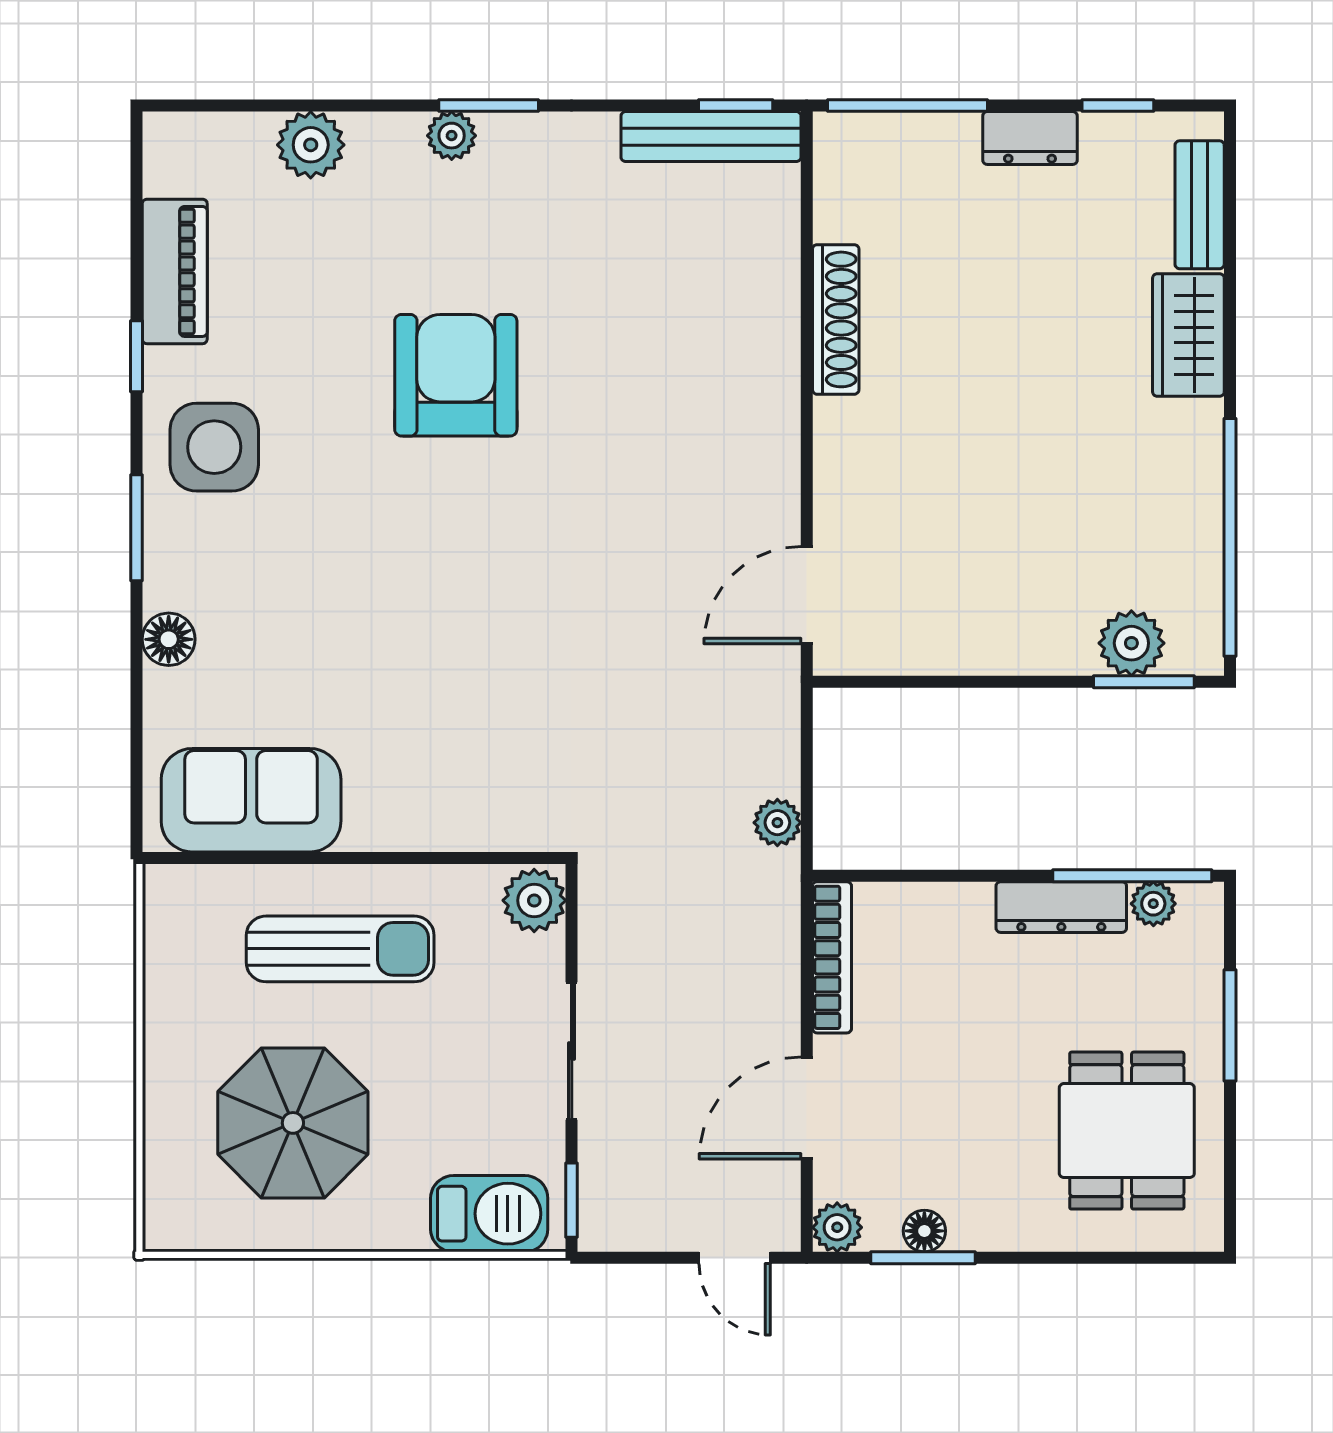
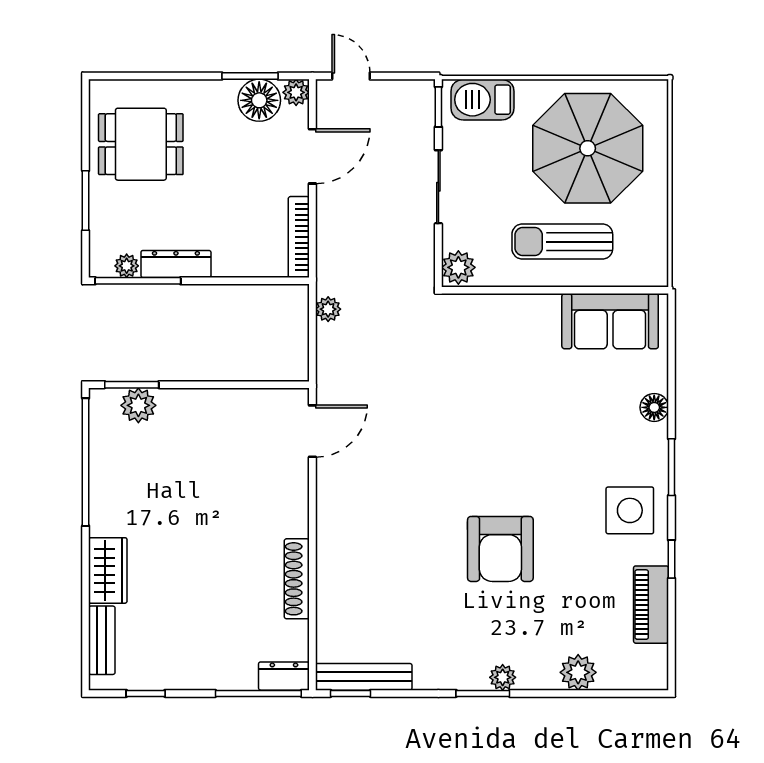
dresser: (1030, 138) -> (284, 676), moved
parasol: (293, 1123) -> (588, 148), width x1.36, depth x1.36
dining table: (1127, 1131) -> (141, 144), turned 90
floor lamp: (924, 1231) -> (259, 100), width x1.89, depth x1.89

